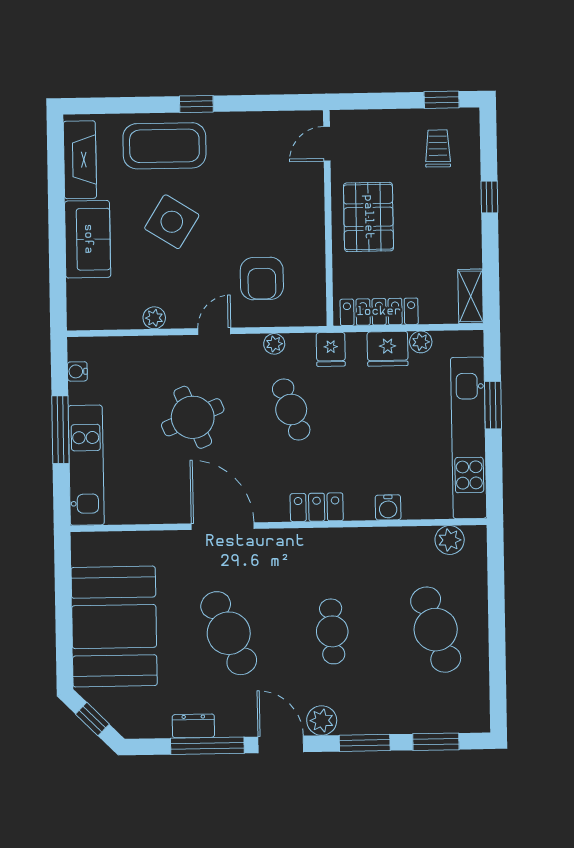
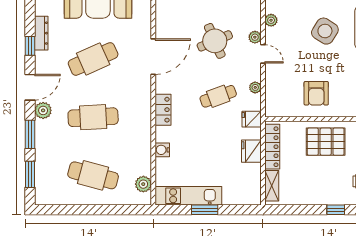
armchair: (262, 279) -> (316, 93), moved, turned -90
shelving: (471, 296) -> (272, 186), moved, turned 90
plant: (421, 342) -> (255, 37), moved
window: (493, 405) -> (205, 210), moved
kitchen unit: (469, 438) -> (188, 196), width x0.73
cafe table: (436, 630) -> (93, 175), turned 33
cafe table: (332, 631) -> (93, 117), width x1.37, depth x1.35
dresser: (193, 726) -> (41, 33), width x1.44
window: (207, 746) -> (30, 46), width x0.46

